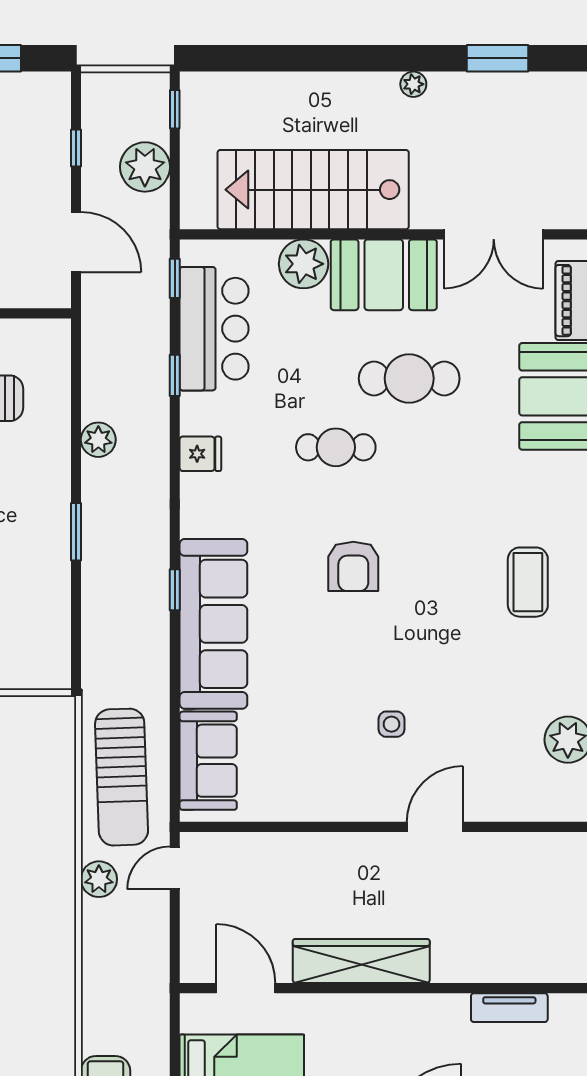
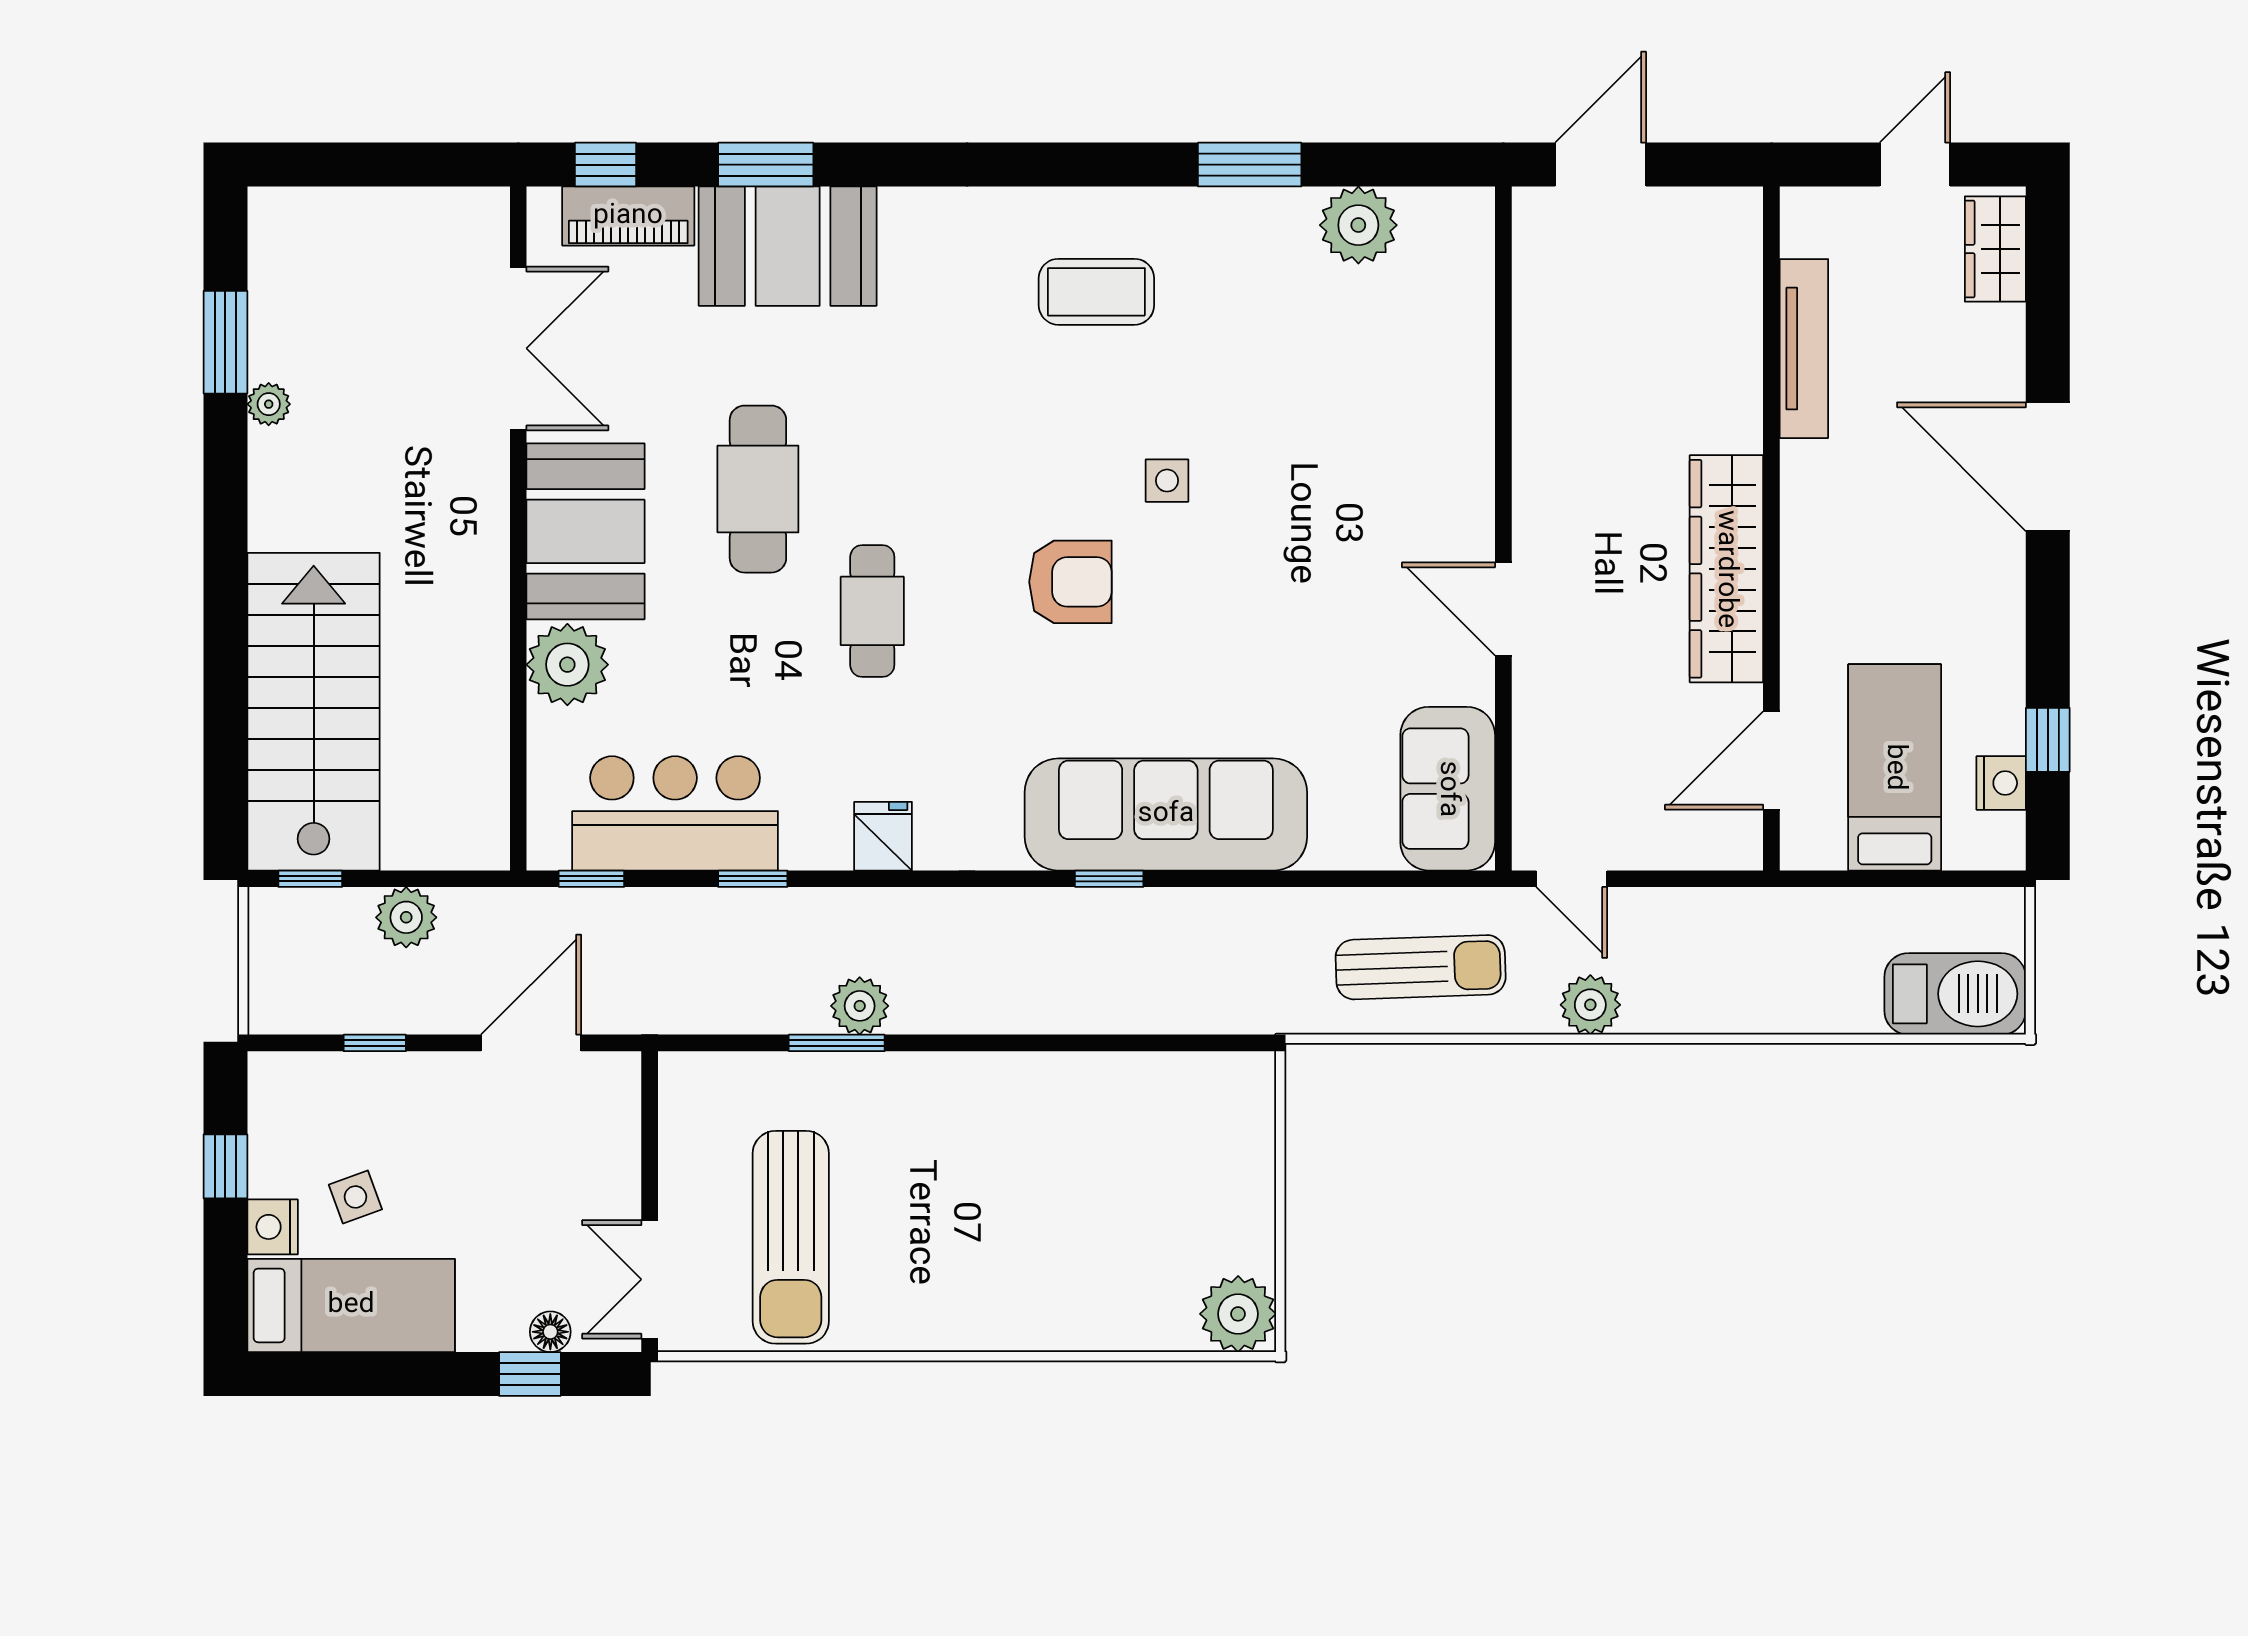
plant: (413, 84) -> (269, 404), moved
plant: (145, 167) -> (406, 917), width x0.73, depth x0.73
stairs: (313, 190) -> (314, 712), moved, turned 180
window: (76, 532) -> (837, 1043), moved
side table: (391, 724) -> (1167, 481), moved
sofa: (208, 761) -> (1448, 789), moved, turned -90
sun lounger: (122, 777) -> (1421, 967), width x0.73, depth x0.75
door: (435, 827) -> (1503, 609), moved
tv unit: (509, 1008) -> (1804, 349), width x1.41

